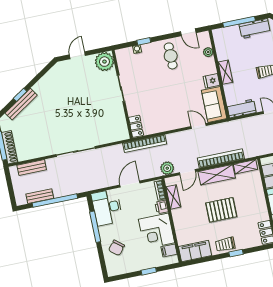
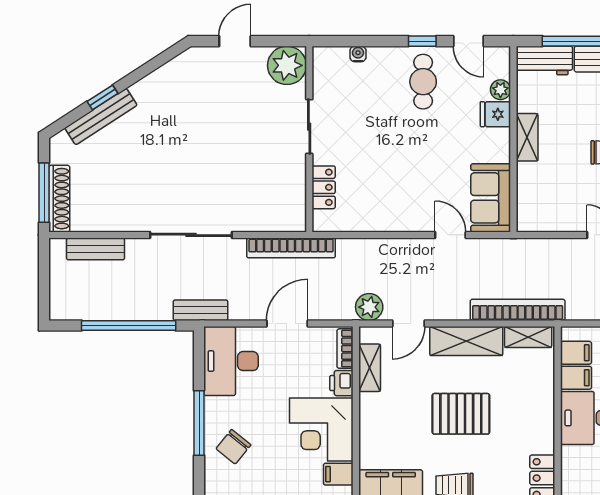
window: (144, 41) -> (422, 41), moved
fridge: (212, 81) -> (495, 114), moved
workbench: (241, 109) -> (545, 60), moved, turned 180
locker: (136, 126) -> (324, 187), moved
bookcase: (145, 144) -> (291, 248), moved
bookcase: (221, 158) -> (518, 310), moved
bench: (40, 196) -> (201, 310), moved
window: (95, 227) -> (199, 423), moved

